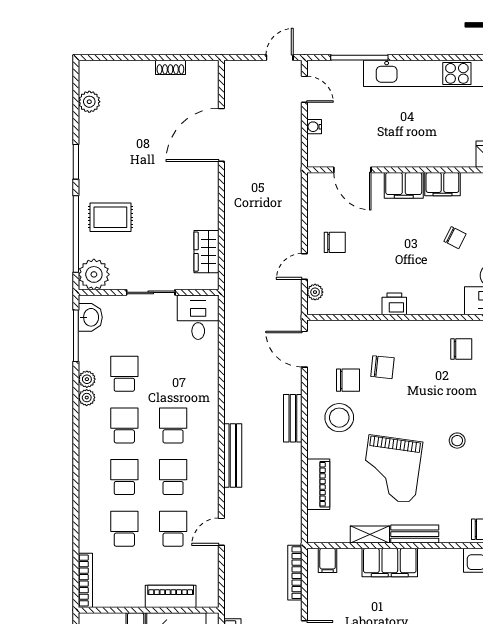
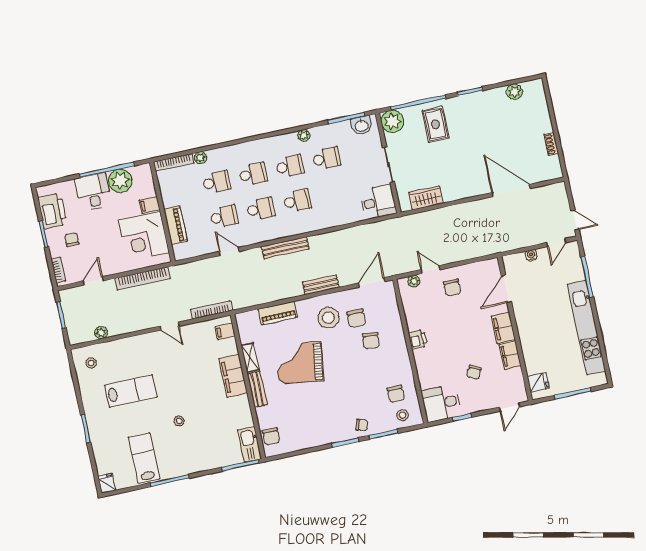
plant: (87, 379) -> (200, 158), moved
stool: (457, 441) -> (330, 405), removed

